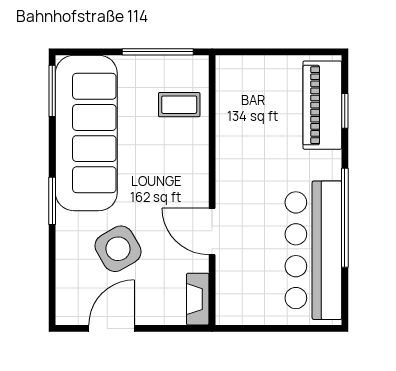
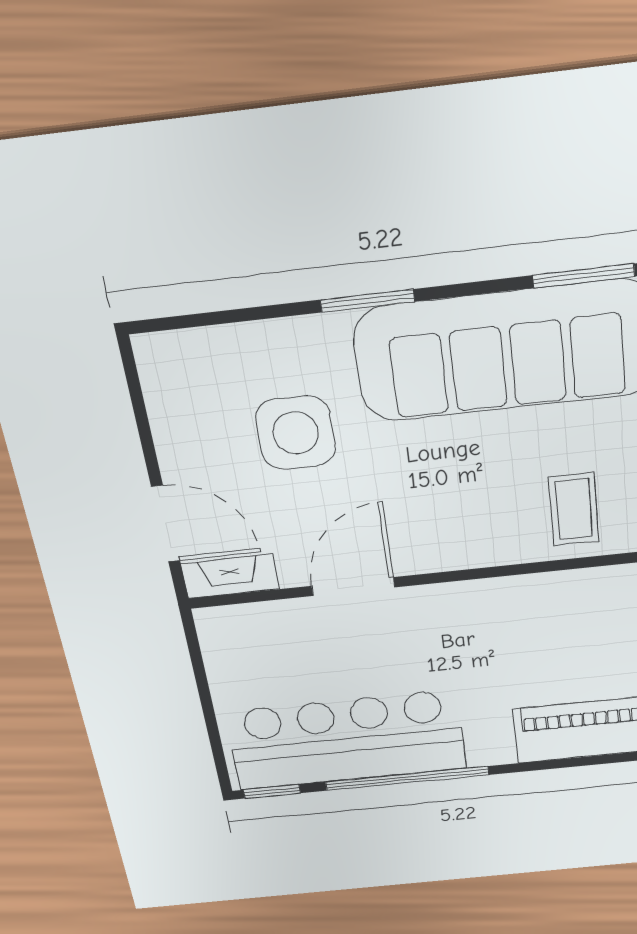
window: (345, 111) -> (272, 791), moved
side table: (118, 249) -> (296, 433), turned 30
door: (112, 328) -> (166, 524), moved

